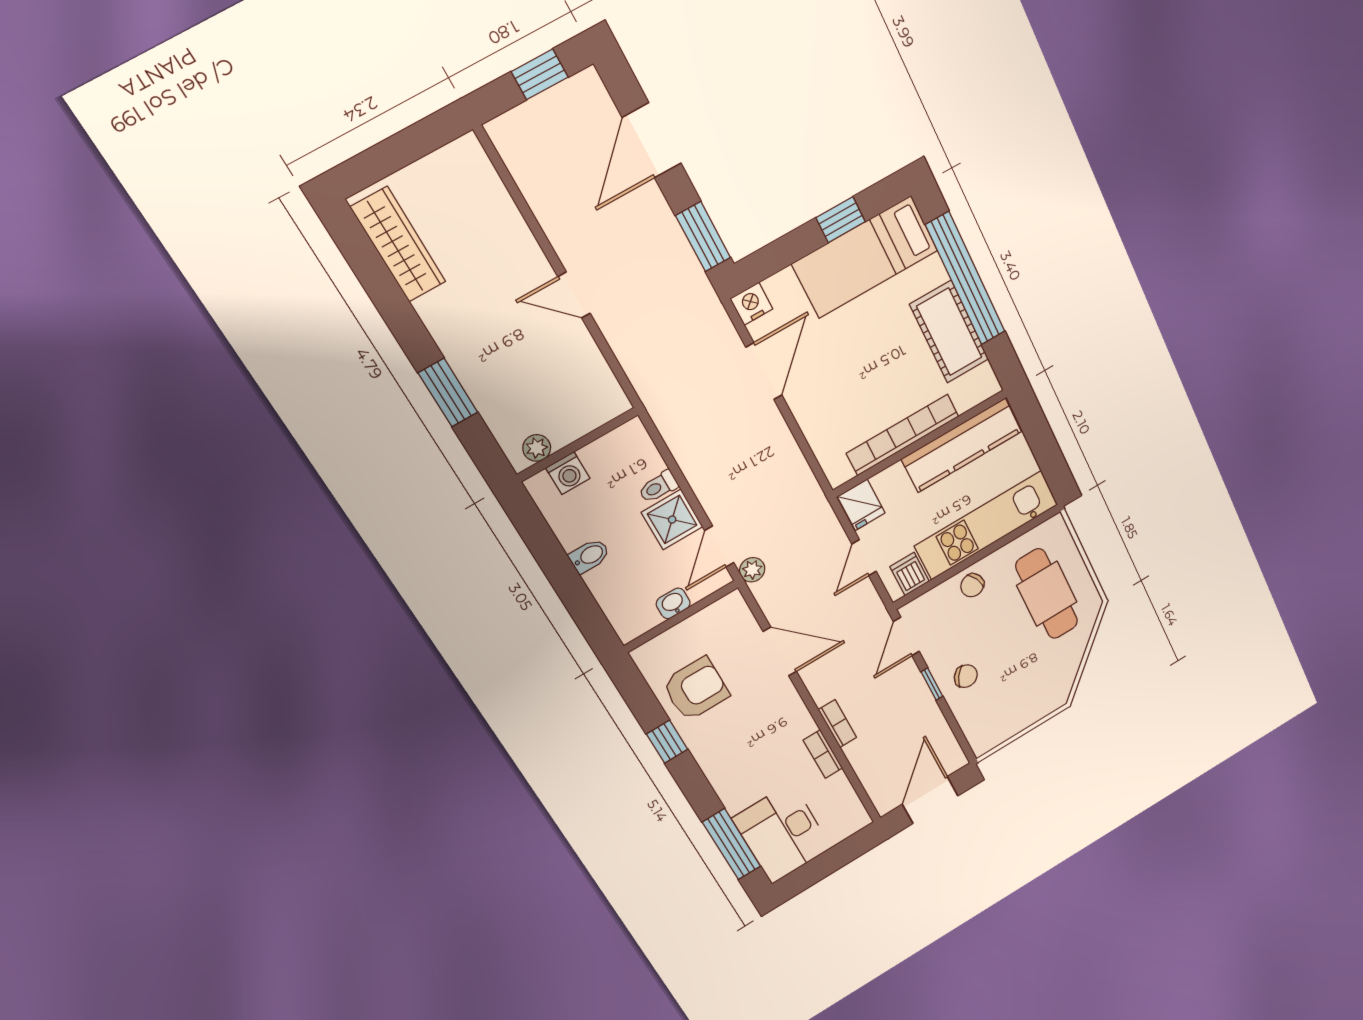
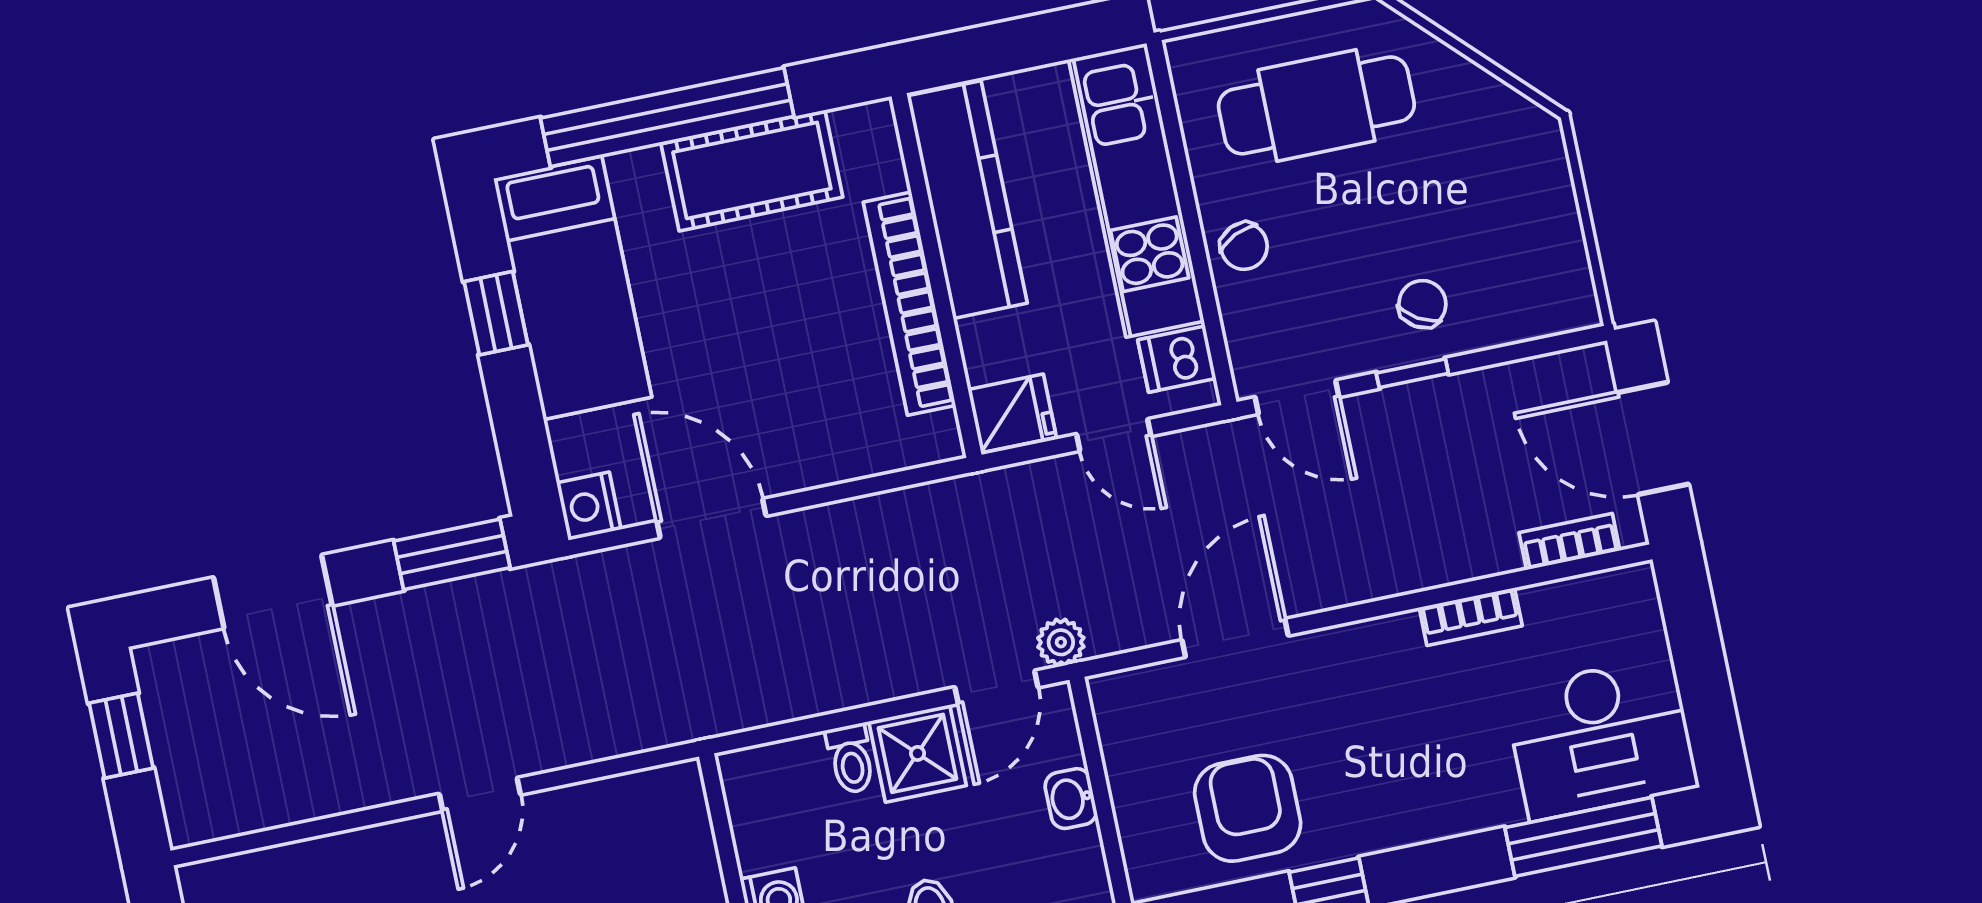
door: (719, 547) -> (996, 687), hinge flipped
bookcase: (837, 724) -> (1569, 542), moved

